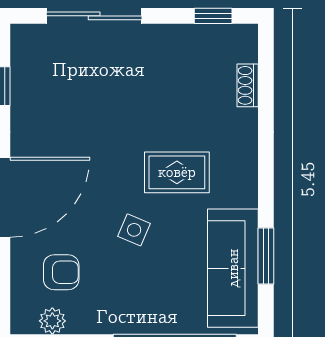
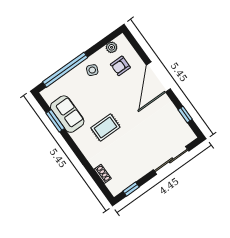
side table: (134, 230) -> (92, 70), moved
sofa: (233, 268) -> (67, 114), width x0.73

